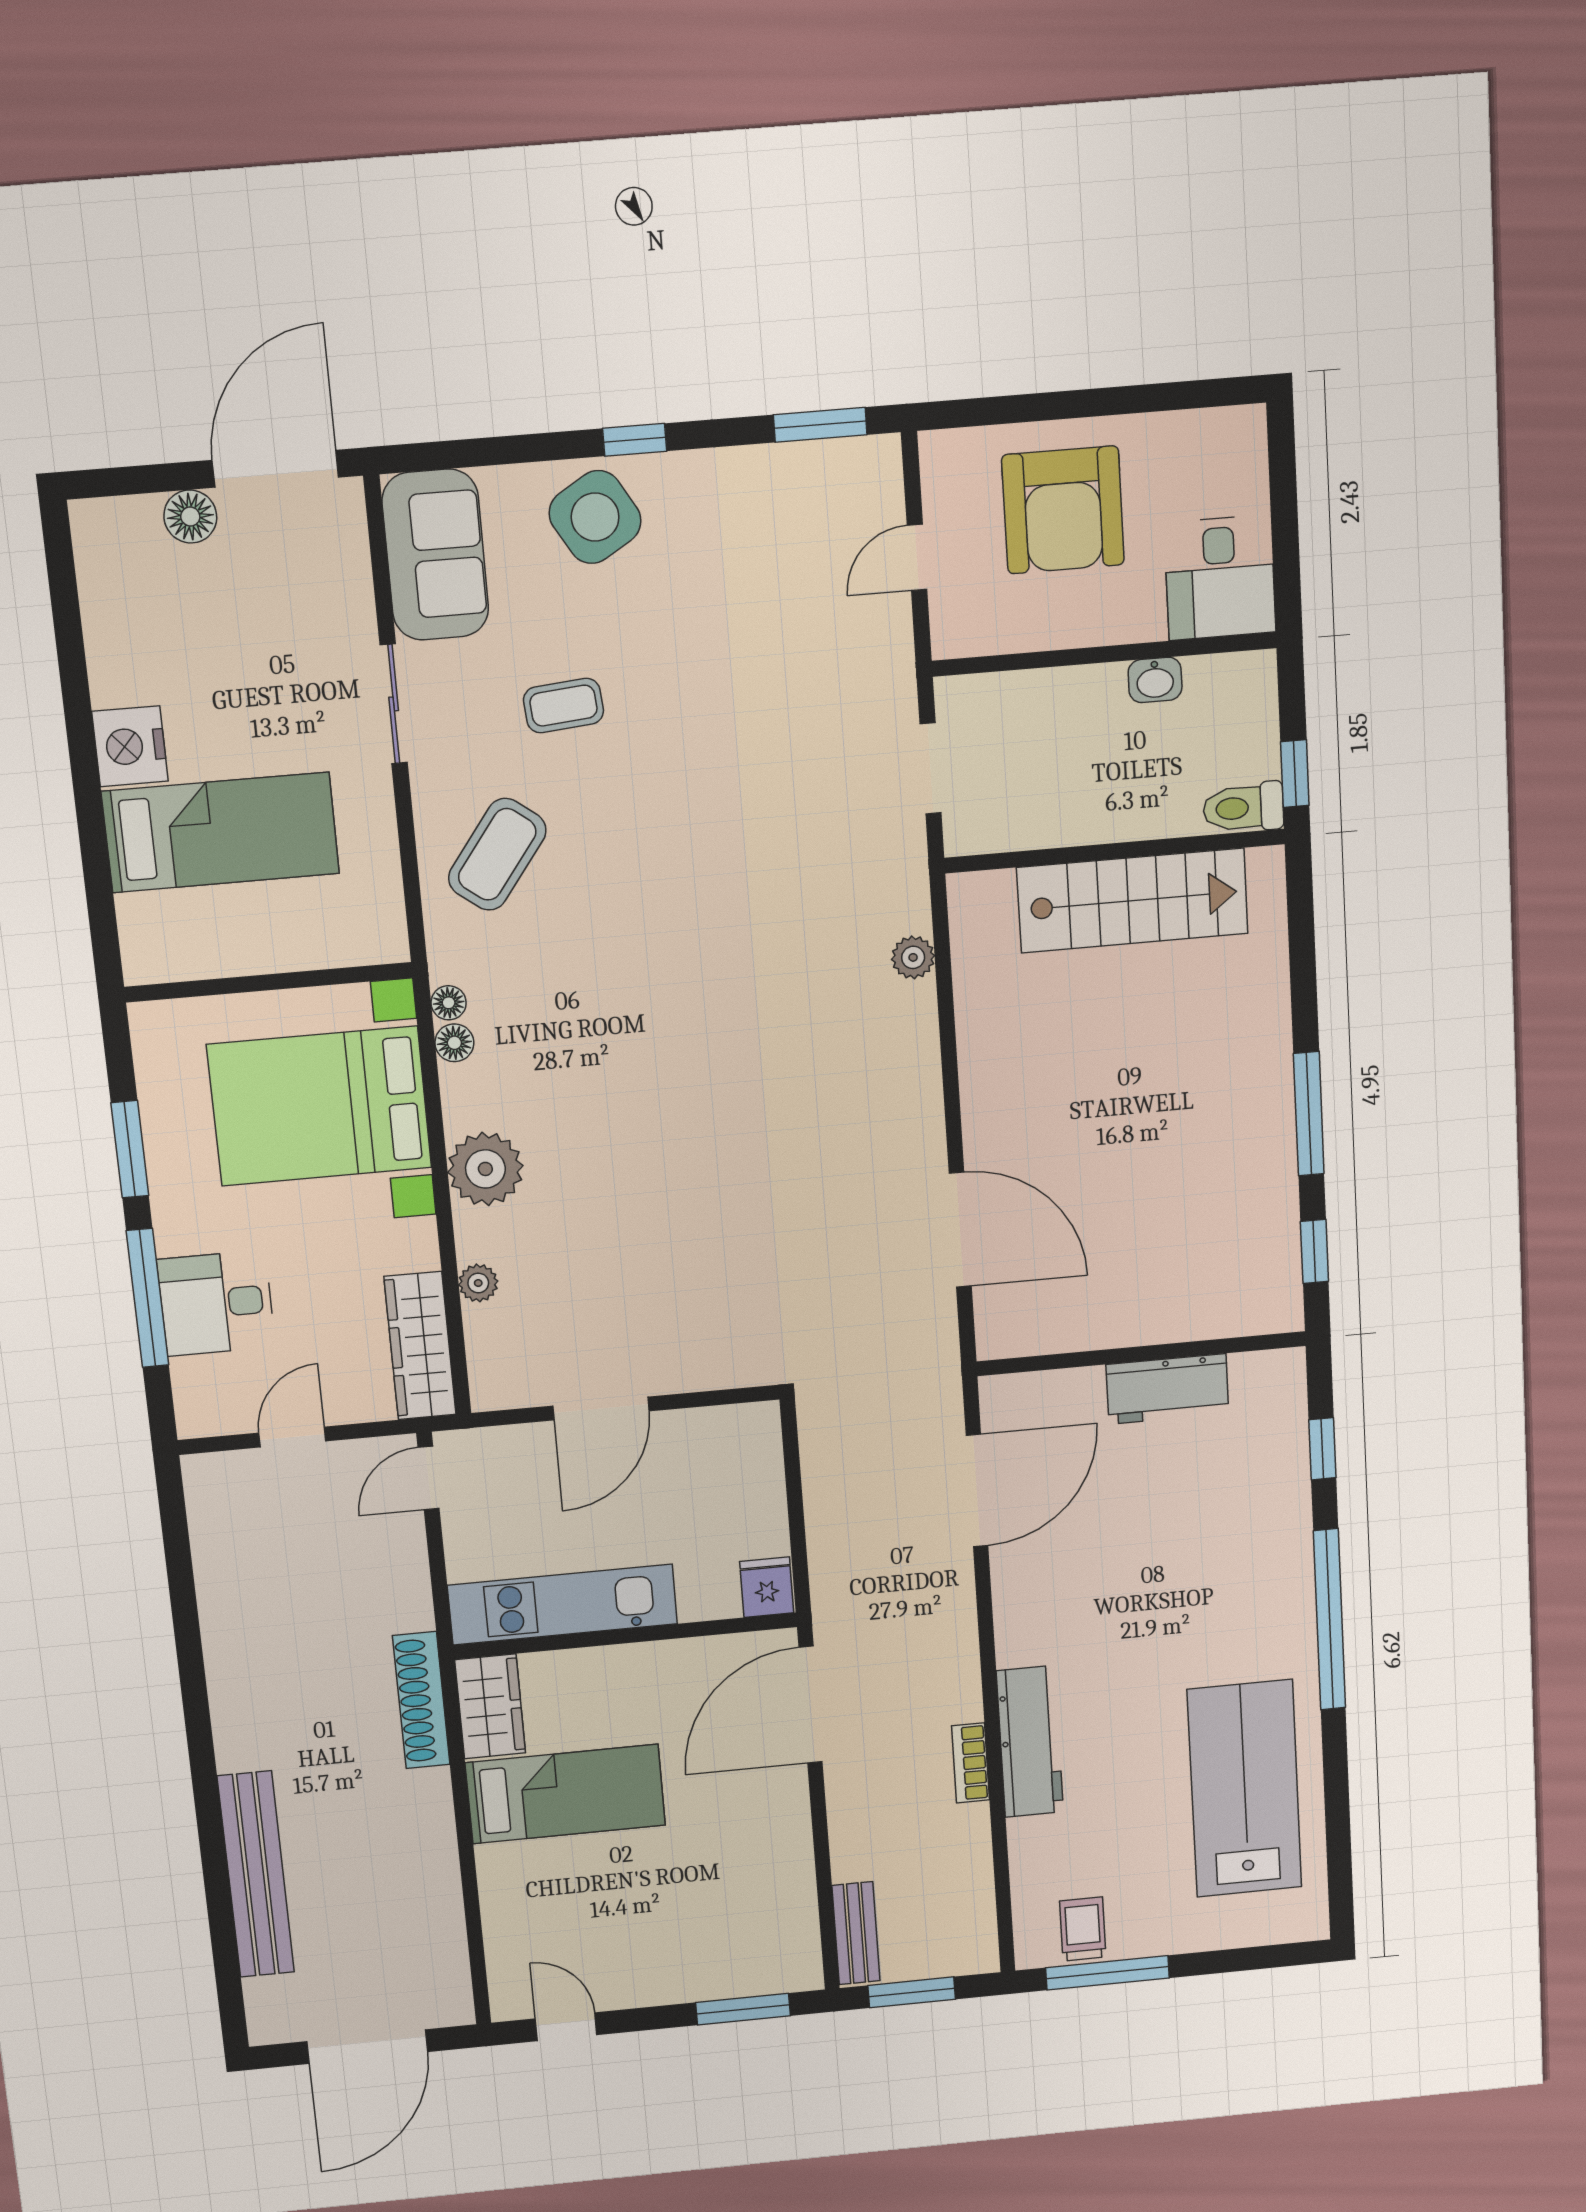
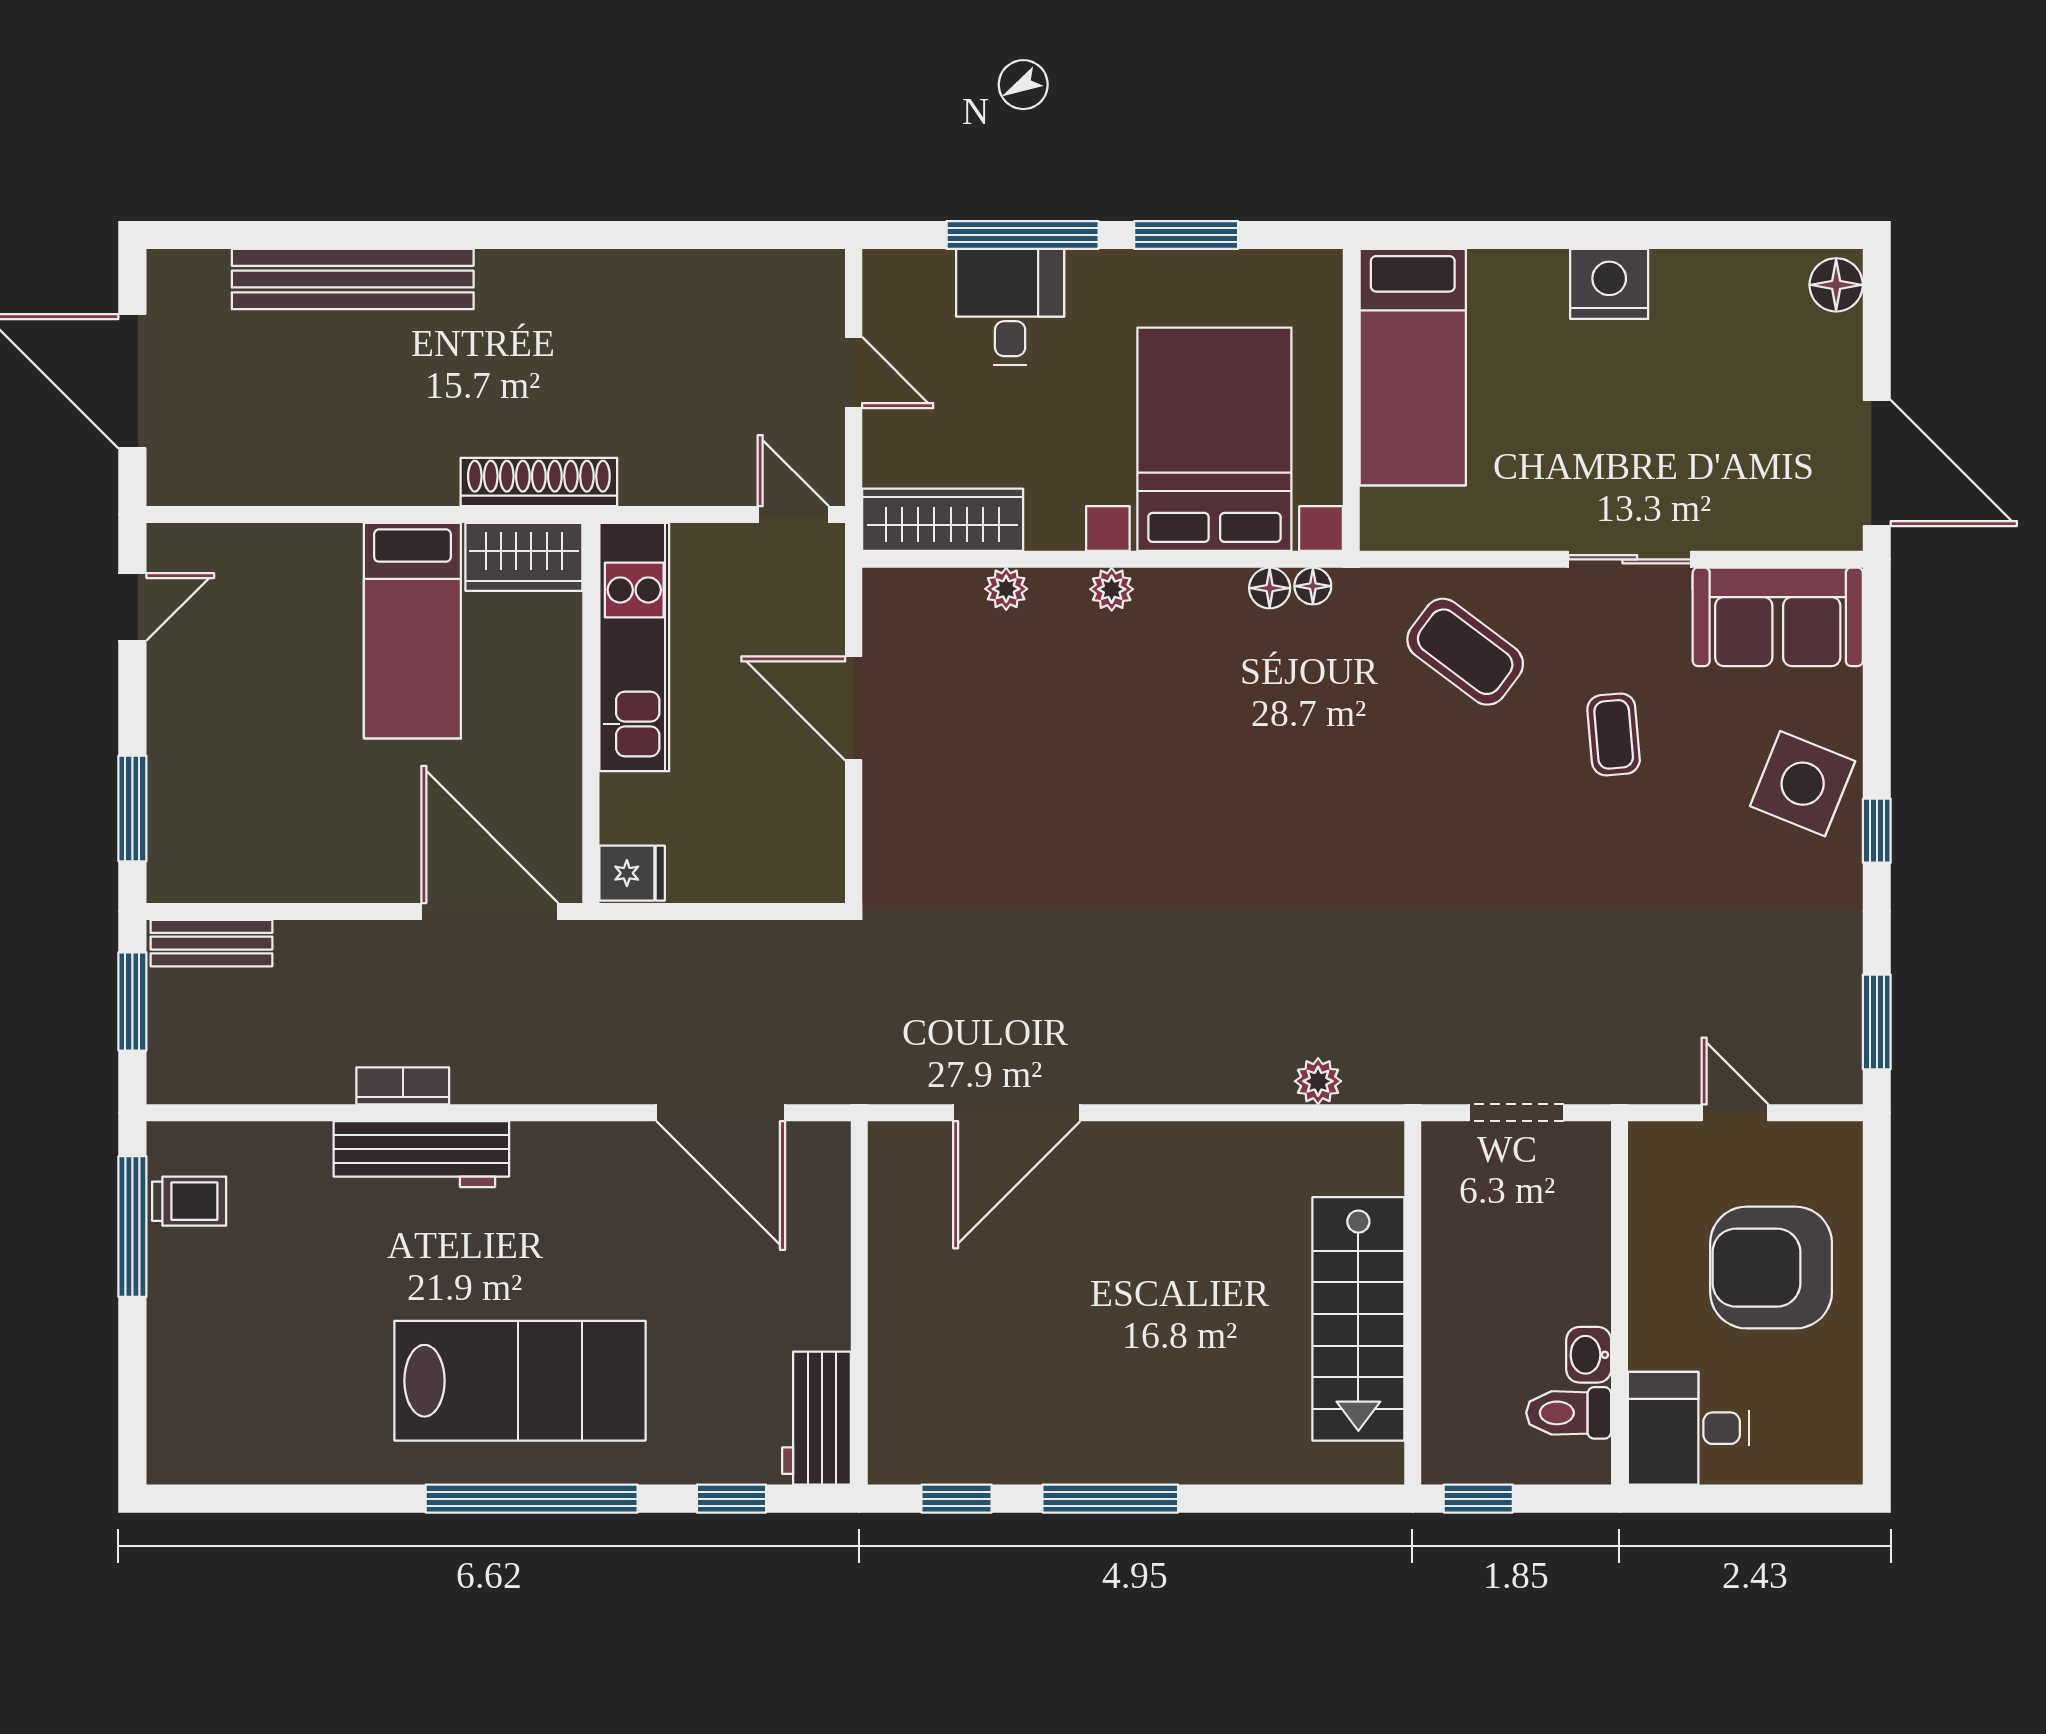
floor lamp: (190, 517) -> (1836, 285), moved
side table: (595, 517) -> (1803, 784), turned -37
toilet: (1243, 808) -> (1569, 1413), moved, turned -90
bed: (221, 832) -> (1413, 367), moved
plant: (485, 1169) -> (1112, 589), width x0.53, depth x0.53
workbench: (1167, 1389) -> (816, 1418), moved
lab bench: (1245, 1789) -> (520, 1381), moved

